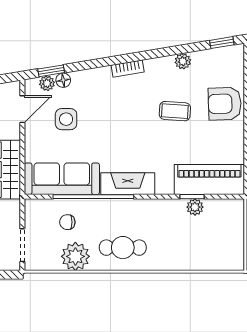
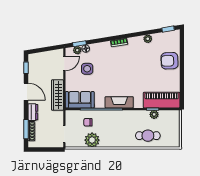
coffee table: (175, 111) -> (144, 65), removed
sofa: (62, 179) -> (80, 100), width x0.73
cafe table: (123, 248) -> (148, 136), moved

